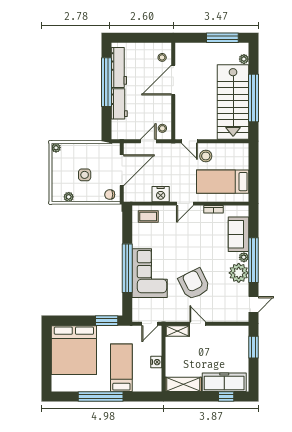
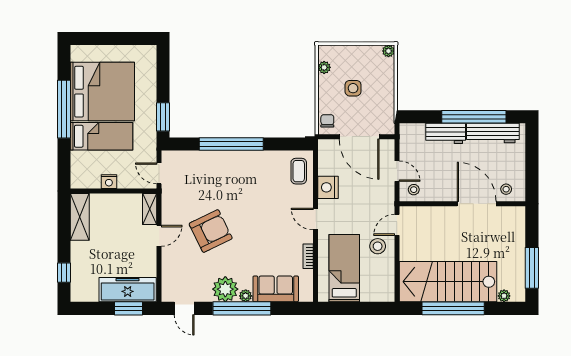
corner sofa: (150, 273) -> (225, 173), removed
bed: (74, 350) -> (102, 92), moved, turned 180
freezer: (224, 382) -> (128, 290), moved, turned -90

